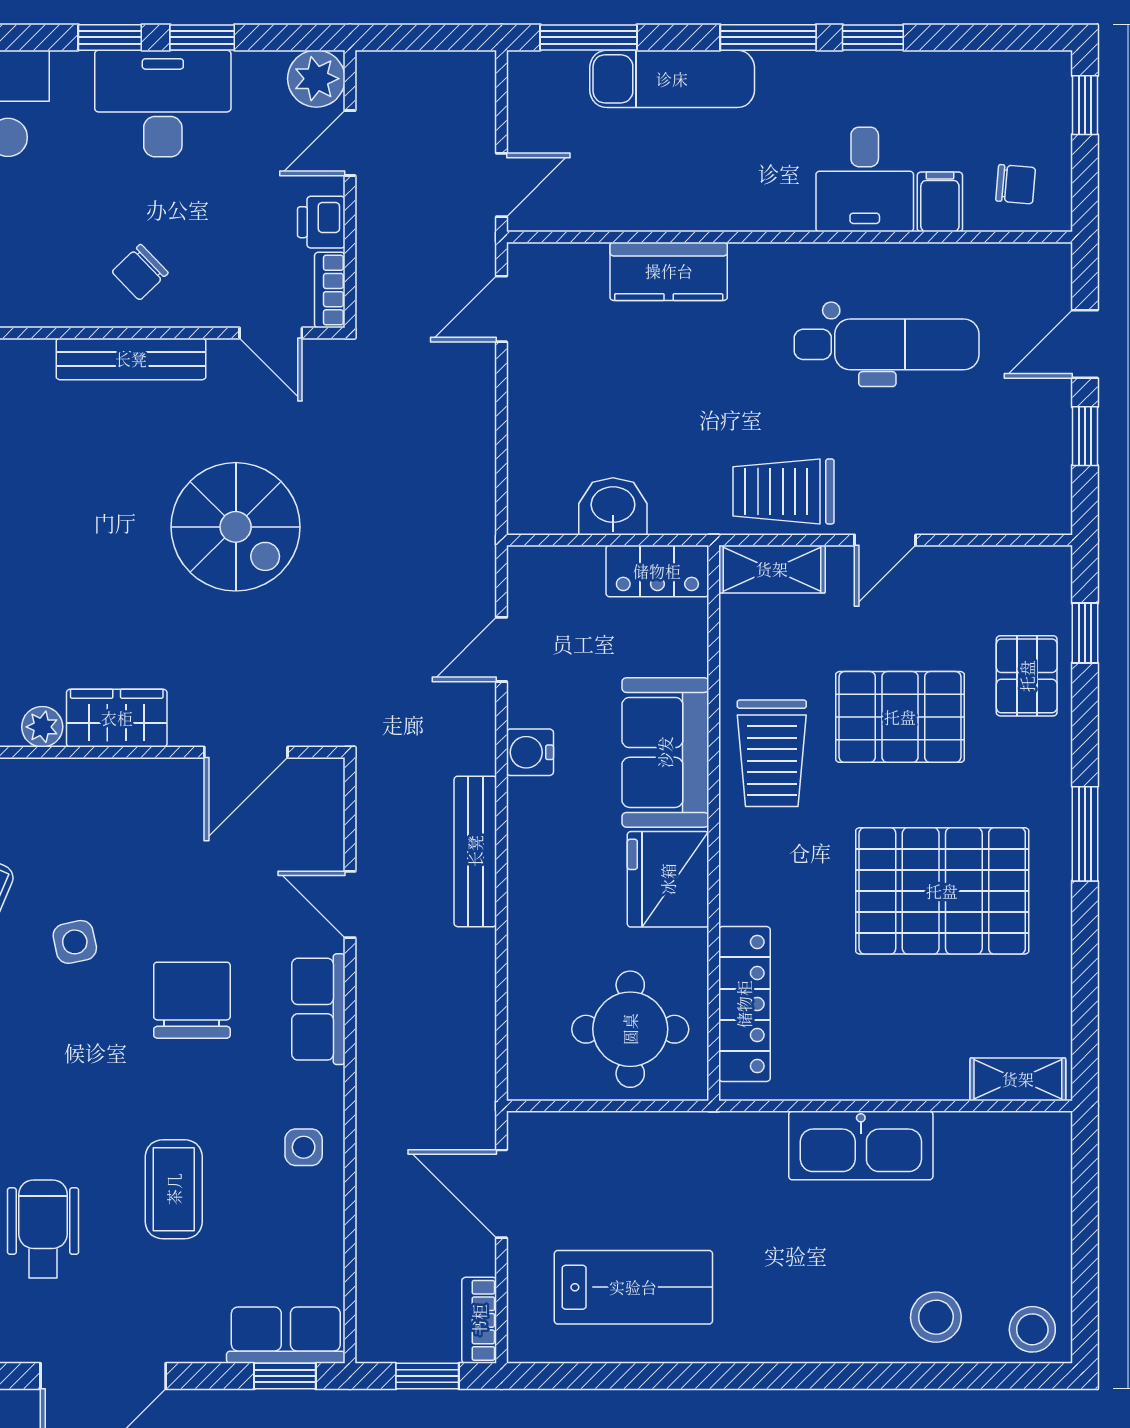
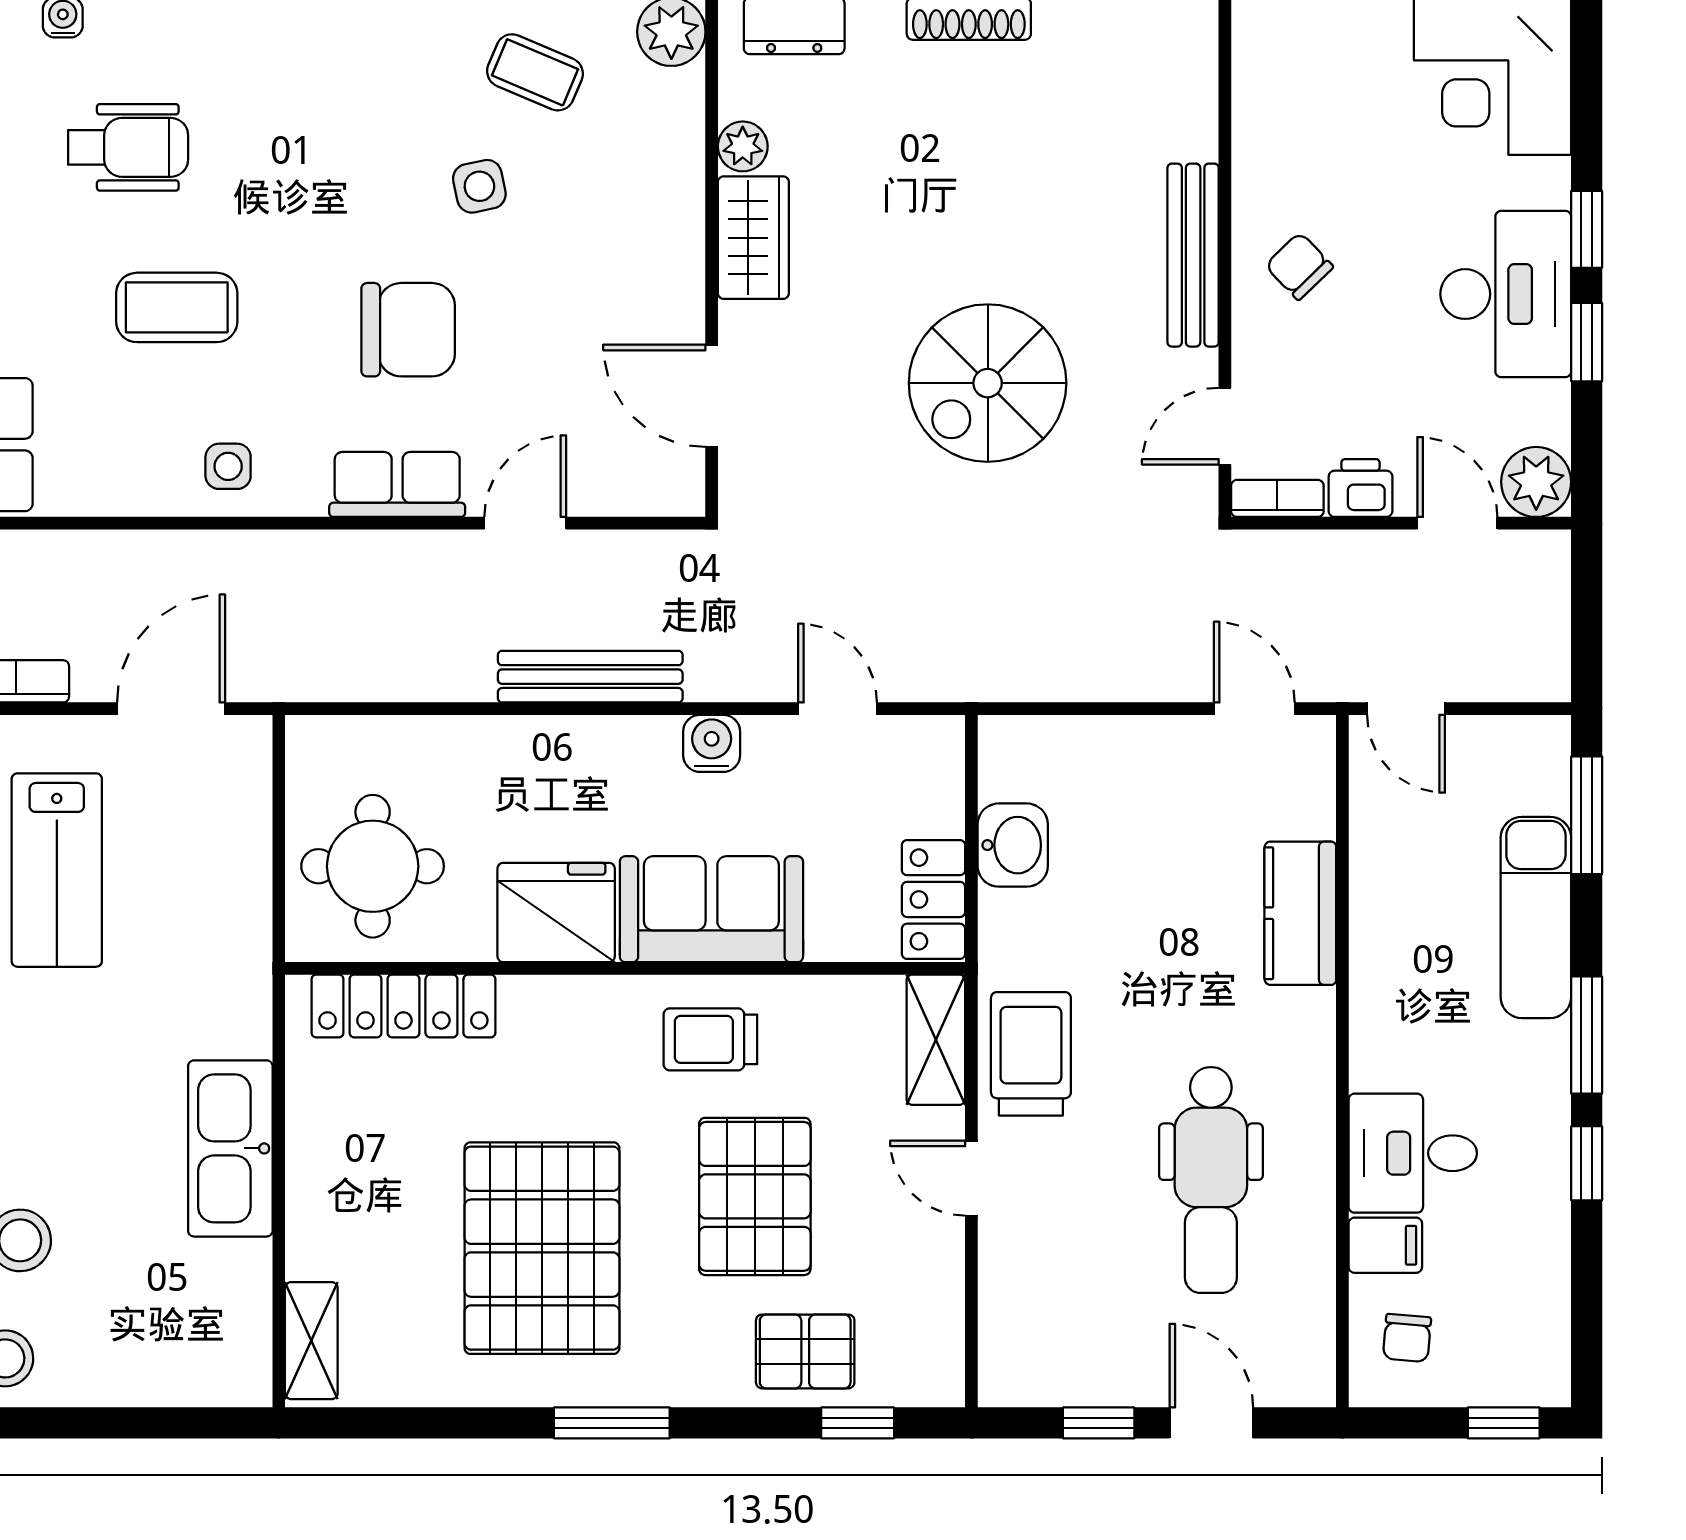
trolley: (772, 753) -> (710, 1039), width x0.73, depth x0.72

